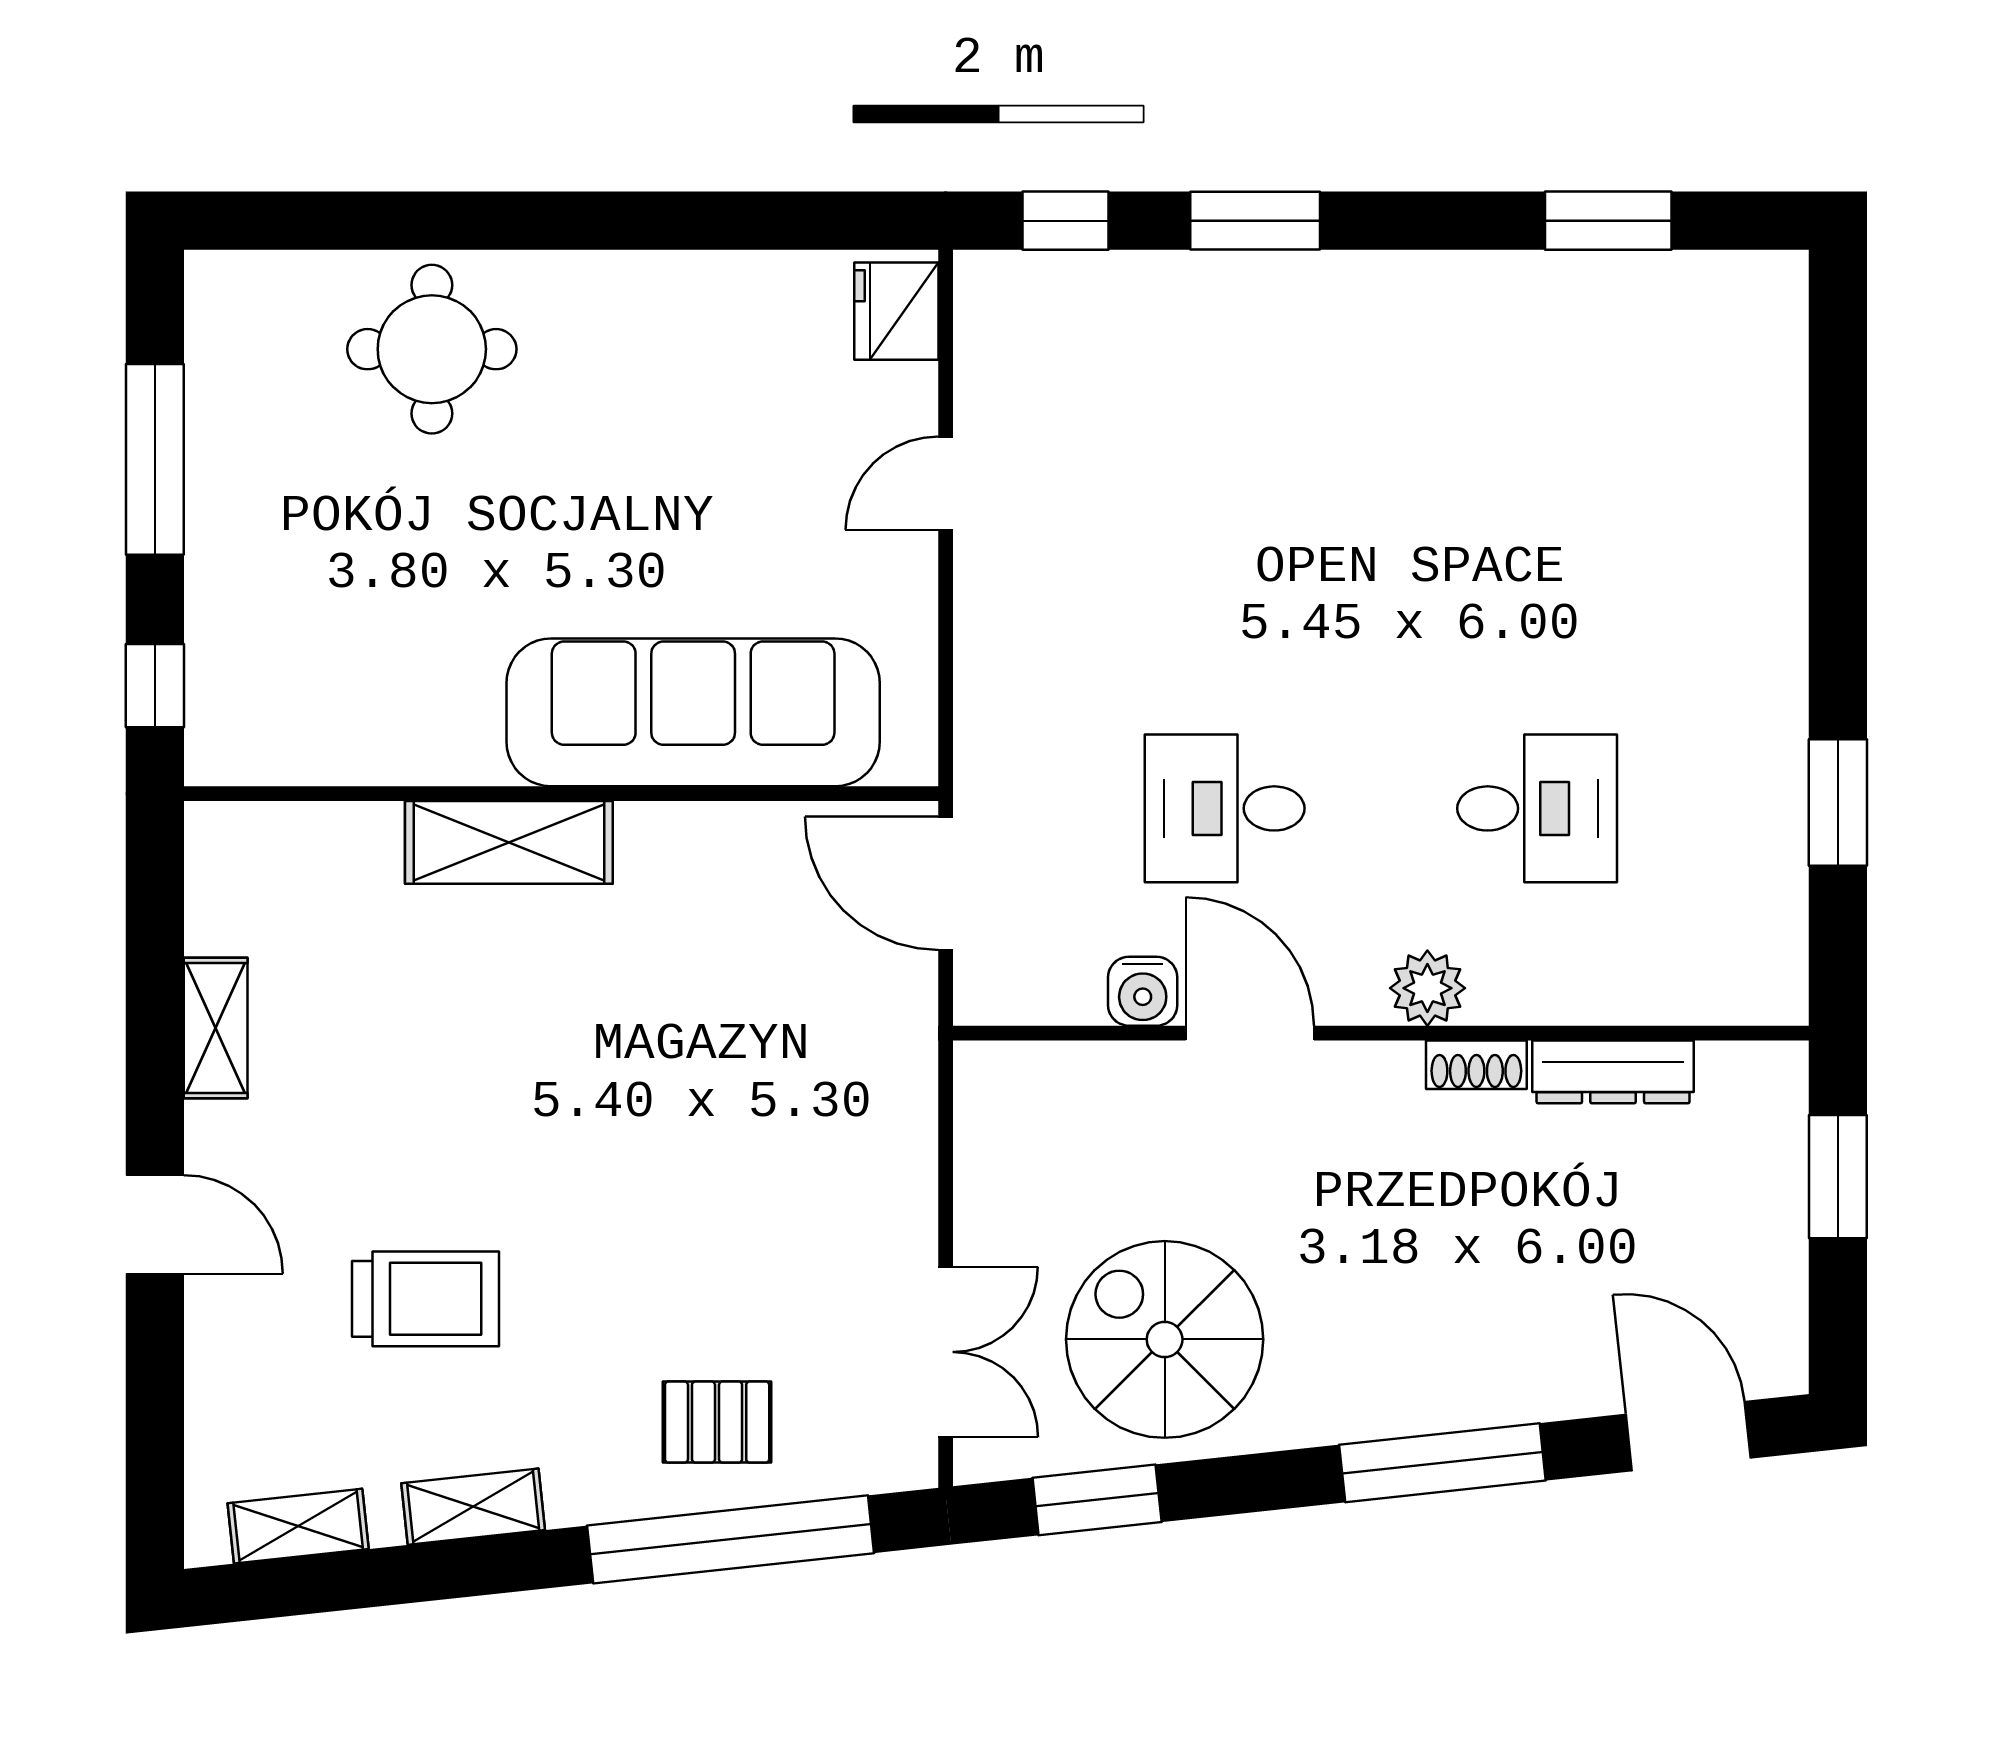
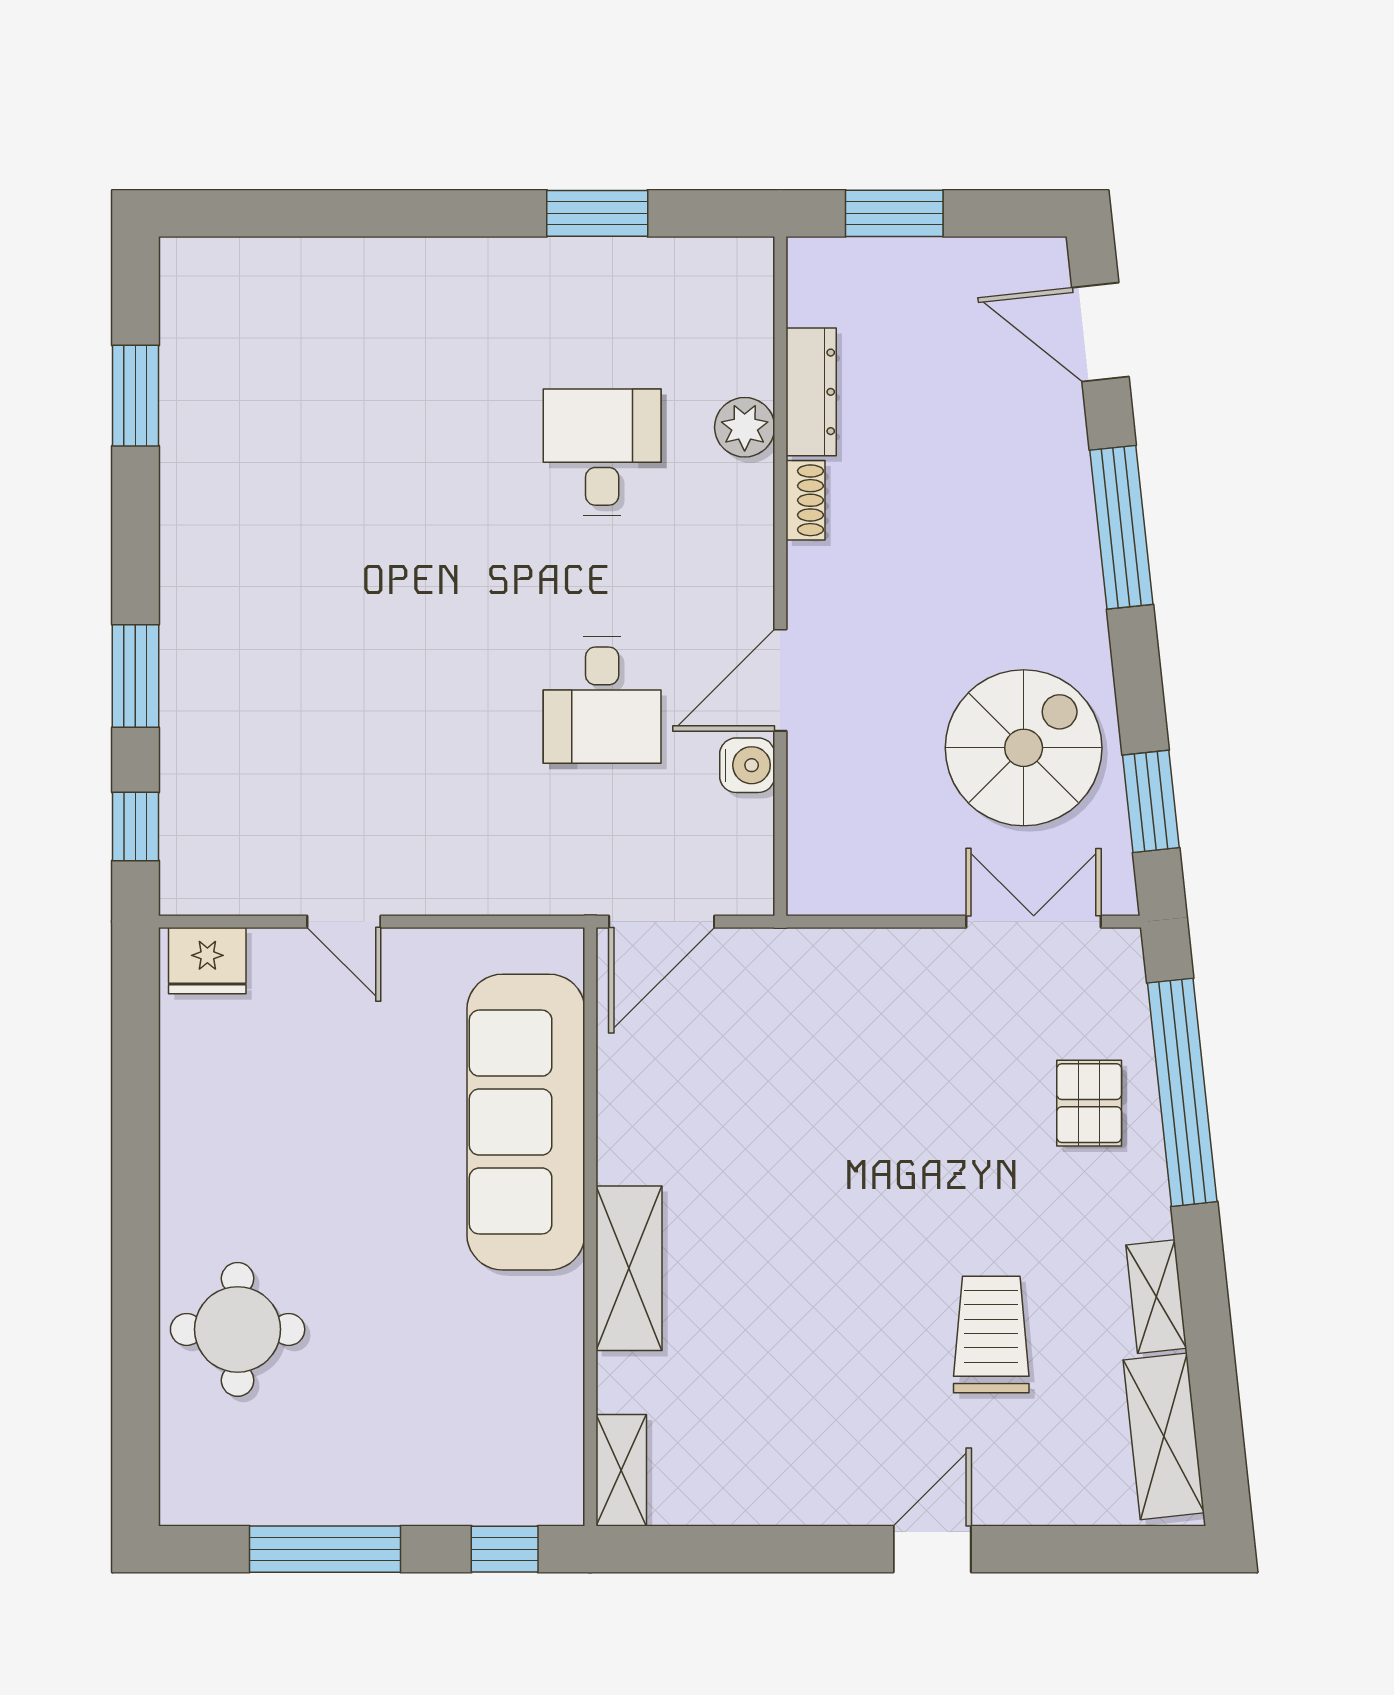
plant: (1427, 988) -> (745, 427), moved
shelving: (216, 1028) -> (621, 1470), moved, turned 90
spiral stairs: (1165, 1339) -> (1024, 748), turned 180
door: (1688, 1436) -> (1100, 332), hinge flipped
shelving: (298, 1526) -> (1164, 1436), width x1.50, depth x1.33

